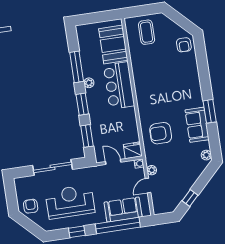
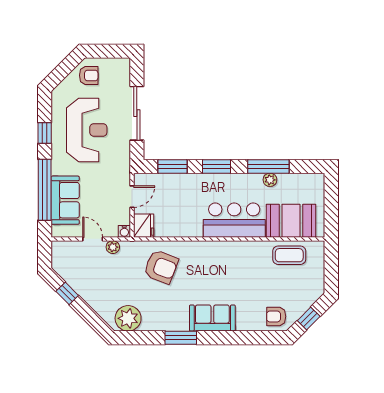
window: (182, 21) -> (309, 319), added
coffee table: (147, 32) -> (289, 255), moved
plant: (89, 83) -> (270, 180), moved
sofa: (197, 125) -> (212, 318), moved
armchair: (161, 133) -> (161, 267), turned 111
plant: (206, 155) -> (128, 318), width x1.87, depth x1.87

